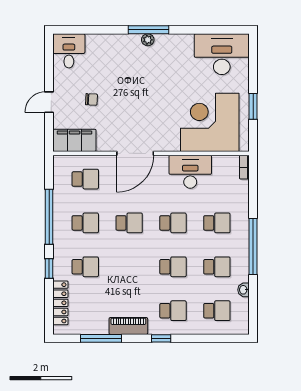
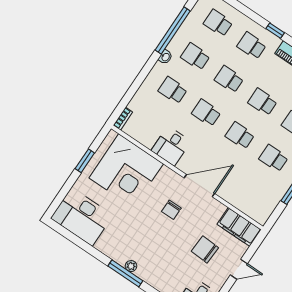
chair: (92, 99) -> (205, 250), width x1.87, depth x1.87
chair: (146, 115) -> (171, 210), added
desk: (190, 172) -> (171, 146), width x0.73
school desk: (85, 179) -> (263, 102), moved
window: (253, 246) -> (173, 30), moved
washbasin: (244, 290) -> (165, 57), moved

